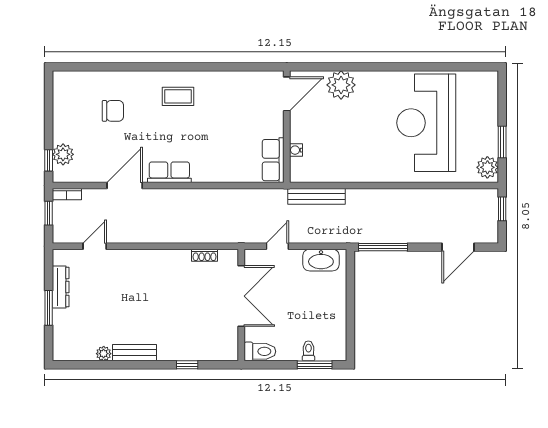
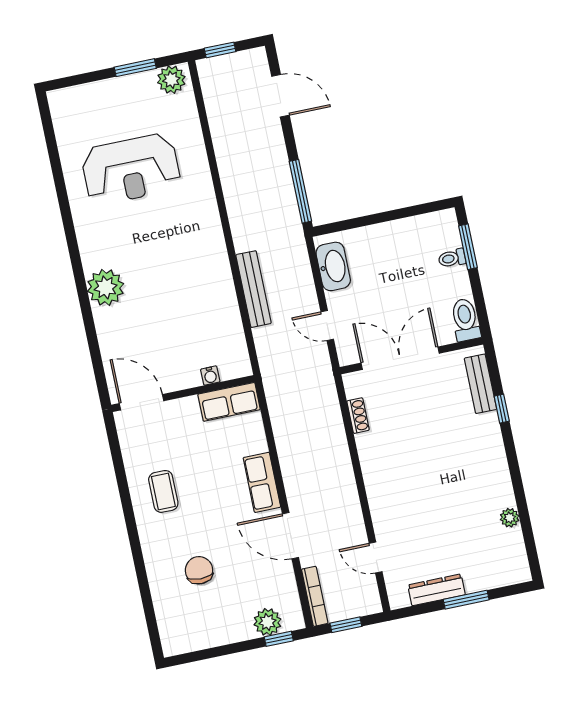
door: (287, 94) -> (141, 402), moved
reception desk: (426, 123) -> (131, 169), width x0.74, depth x0.77
wall: (287, 127) -> (183, 393), moved
water cooler: (296, 150) -> (210, 376), moved
row of seats: (273, 160) -> (229, 402), moved
bookcase: (67, 194) -> (315, 596), width x1.56
bench: (134, 353) -> (480, 384), moved

